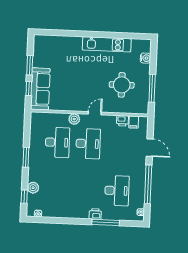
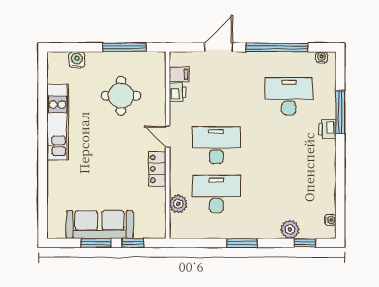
sofa: (40, 89) -> (100, 225), moved
locker: (75, 106) -> (157, 169), added
plant: (74, 119) -> (178, 204), moved

